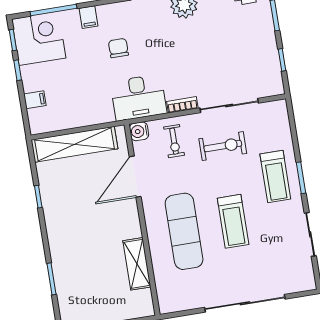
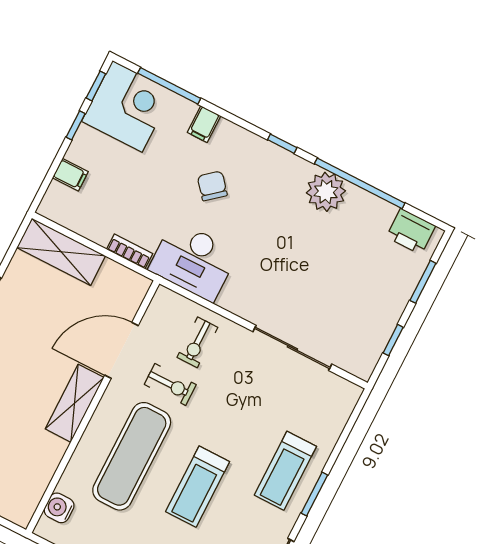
chair: (118, 48) -> (212, 186), turned -40
bookcase: (182, 105) -> (130, 251), moved
water cooler: (139, 131) -> (59, 508), moved
shelving: (74, 144) -> (61, 252), width x0.68
exercise bike: (223, 146) -> (170, 384), moved, width x0.73, depth x0.72
shelving: (137, 264) -> (75, 403), moved

